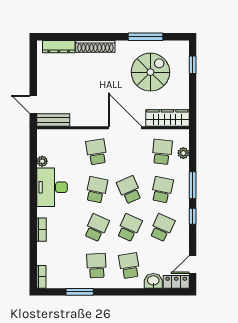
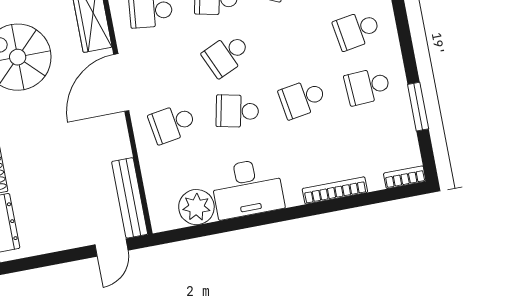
bench: (53, 120) -> (130, 198), width x1.36
plant: (42, 161) -> (196, 207), width x1.87, depth x1.87
school desk: (96, 228) -> (302, 99), turned -33
school desk: (129, 228) -> (292, 42), removed
bookcase: (41, 230) -> (335, 190), width x1.56

